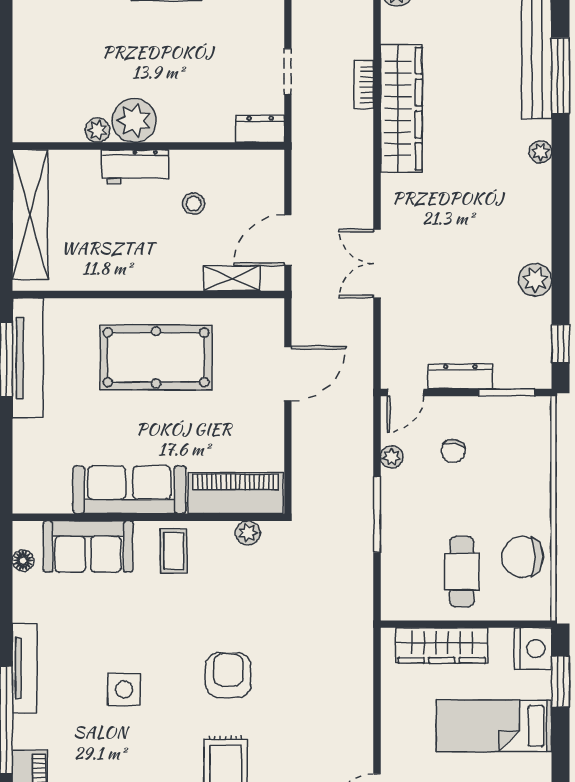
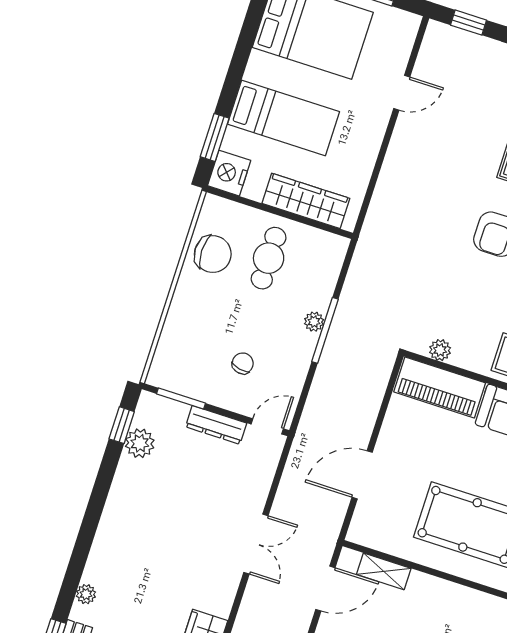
plant: (535, 280) -> (140, 443), moved
plant: (392, 457) -> (314, 322), moved

